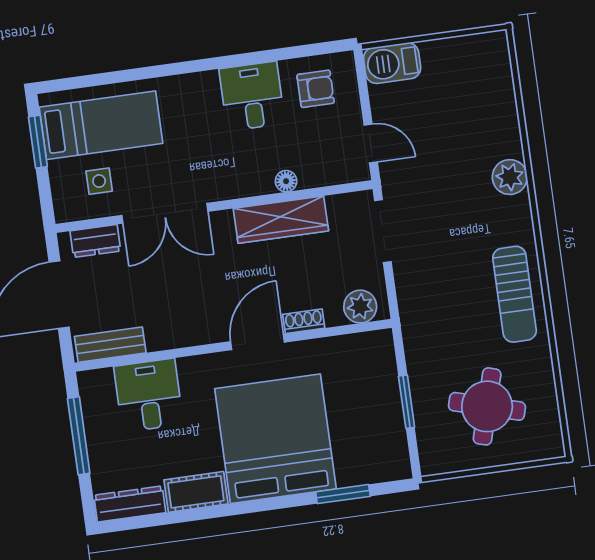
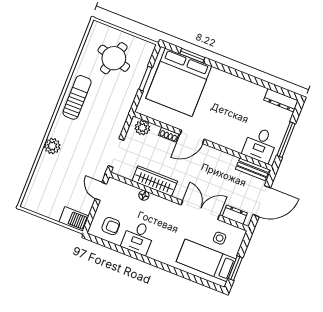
armchair: (316, 89) -> (111, 226), turned 180
desk: (149, 395) -> (260, 145), moved
bed: (275, 439) -> (179, 82), moved
cot: (196, 492) -> (251, 90), removed

